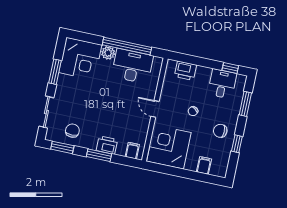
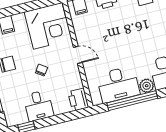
printer: (185, 71) -> (78, 100), moved, turned -90
desk: (222, 84) -> (38, 106), moved

